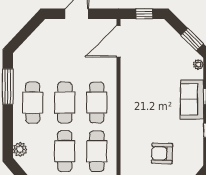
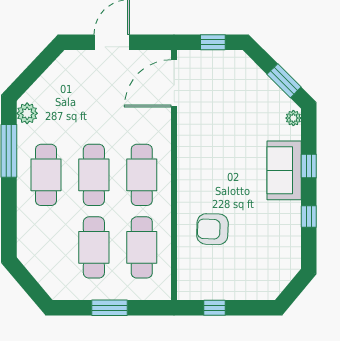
plant: (20, 149) -> (27, 113), moved
armchair: (162, 153) -> (212, 229), moved

